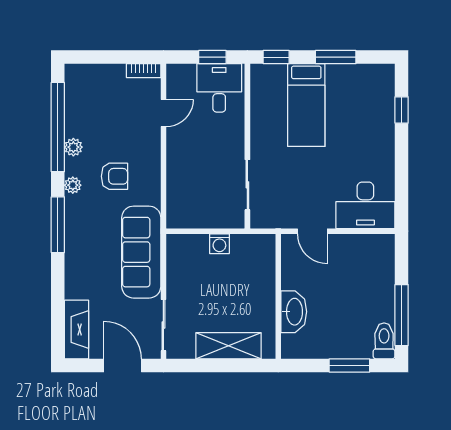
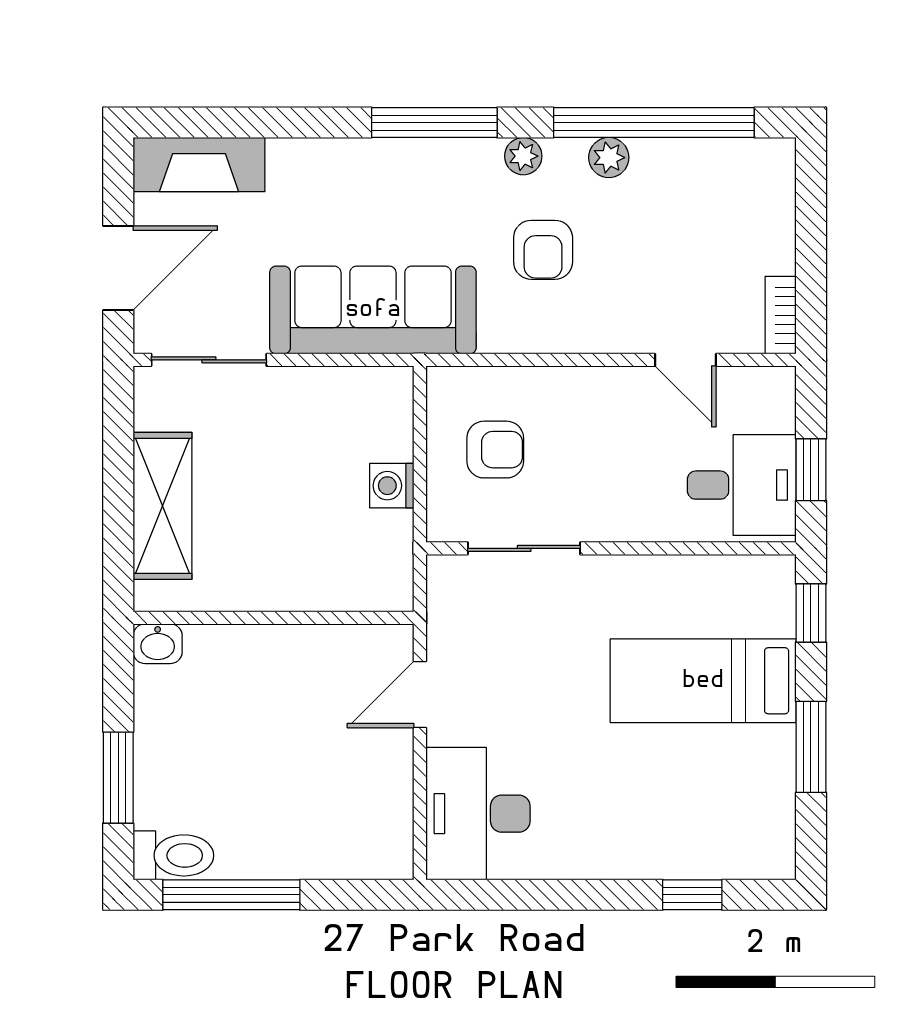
armchair: (203, 198) -> (495, 450), added
washbasin: (294, 312) -> (158, 644), moved, width x0.52, depth x0.69

